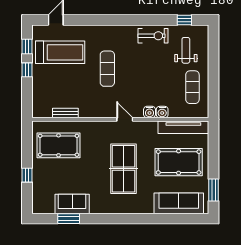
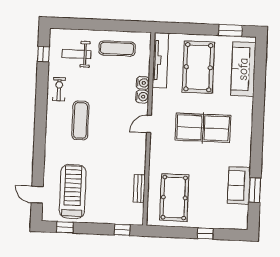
exercise bike: (153, 36) -> (59, 89), width x0.73, depth x0.72
exercise mat: (107, 69) -> (80, 121), moved, turned 90
window: (27, 70) -> (122, 230), moved

